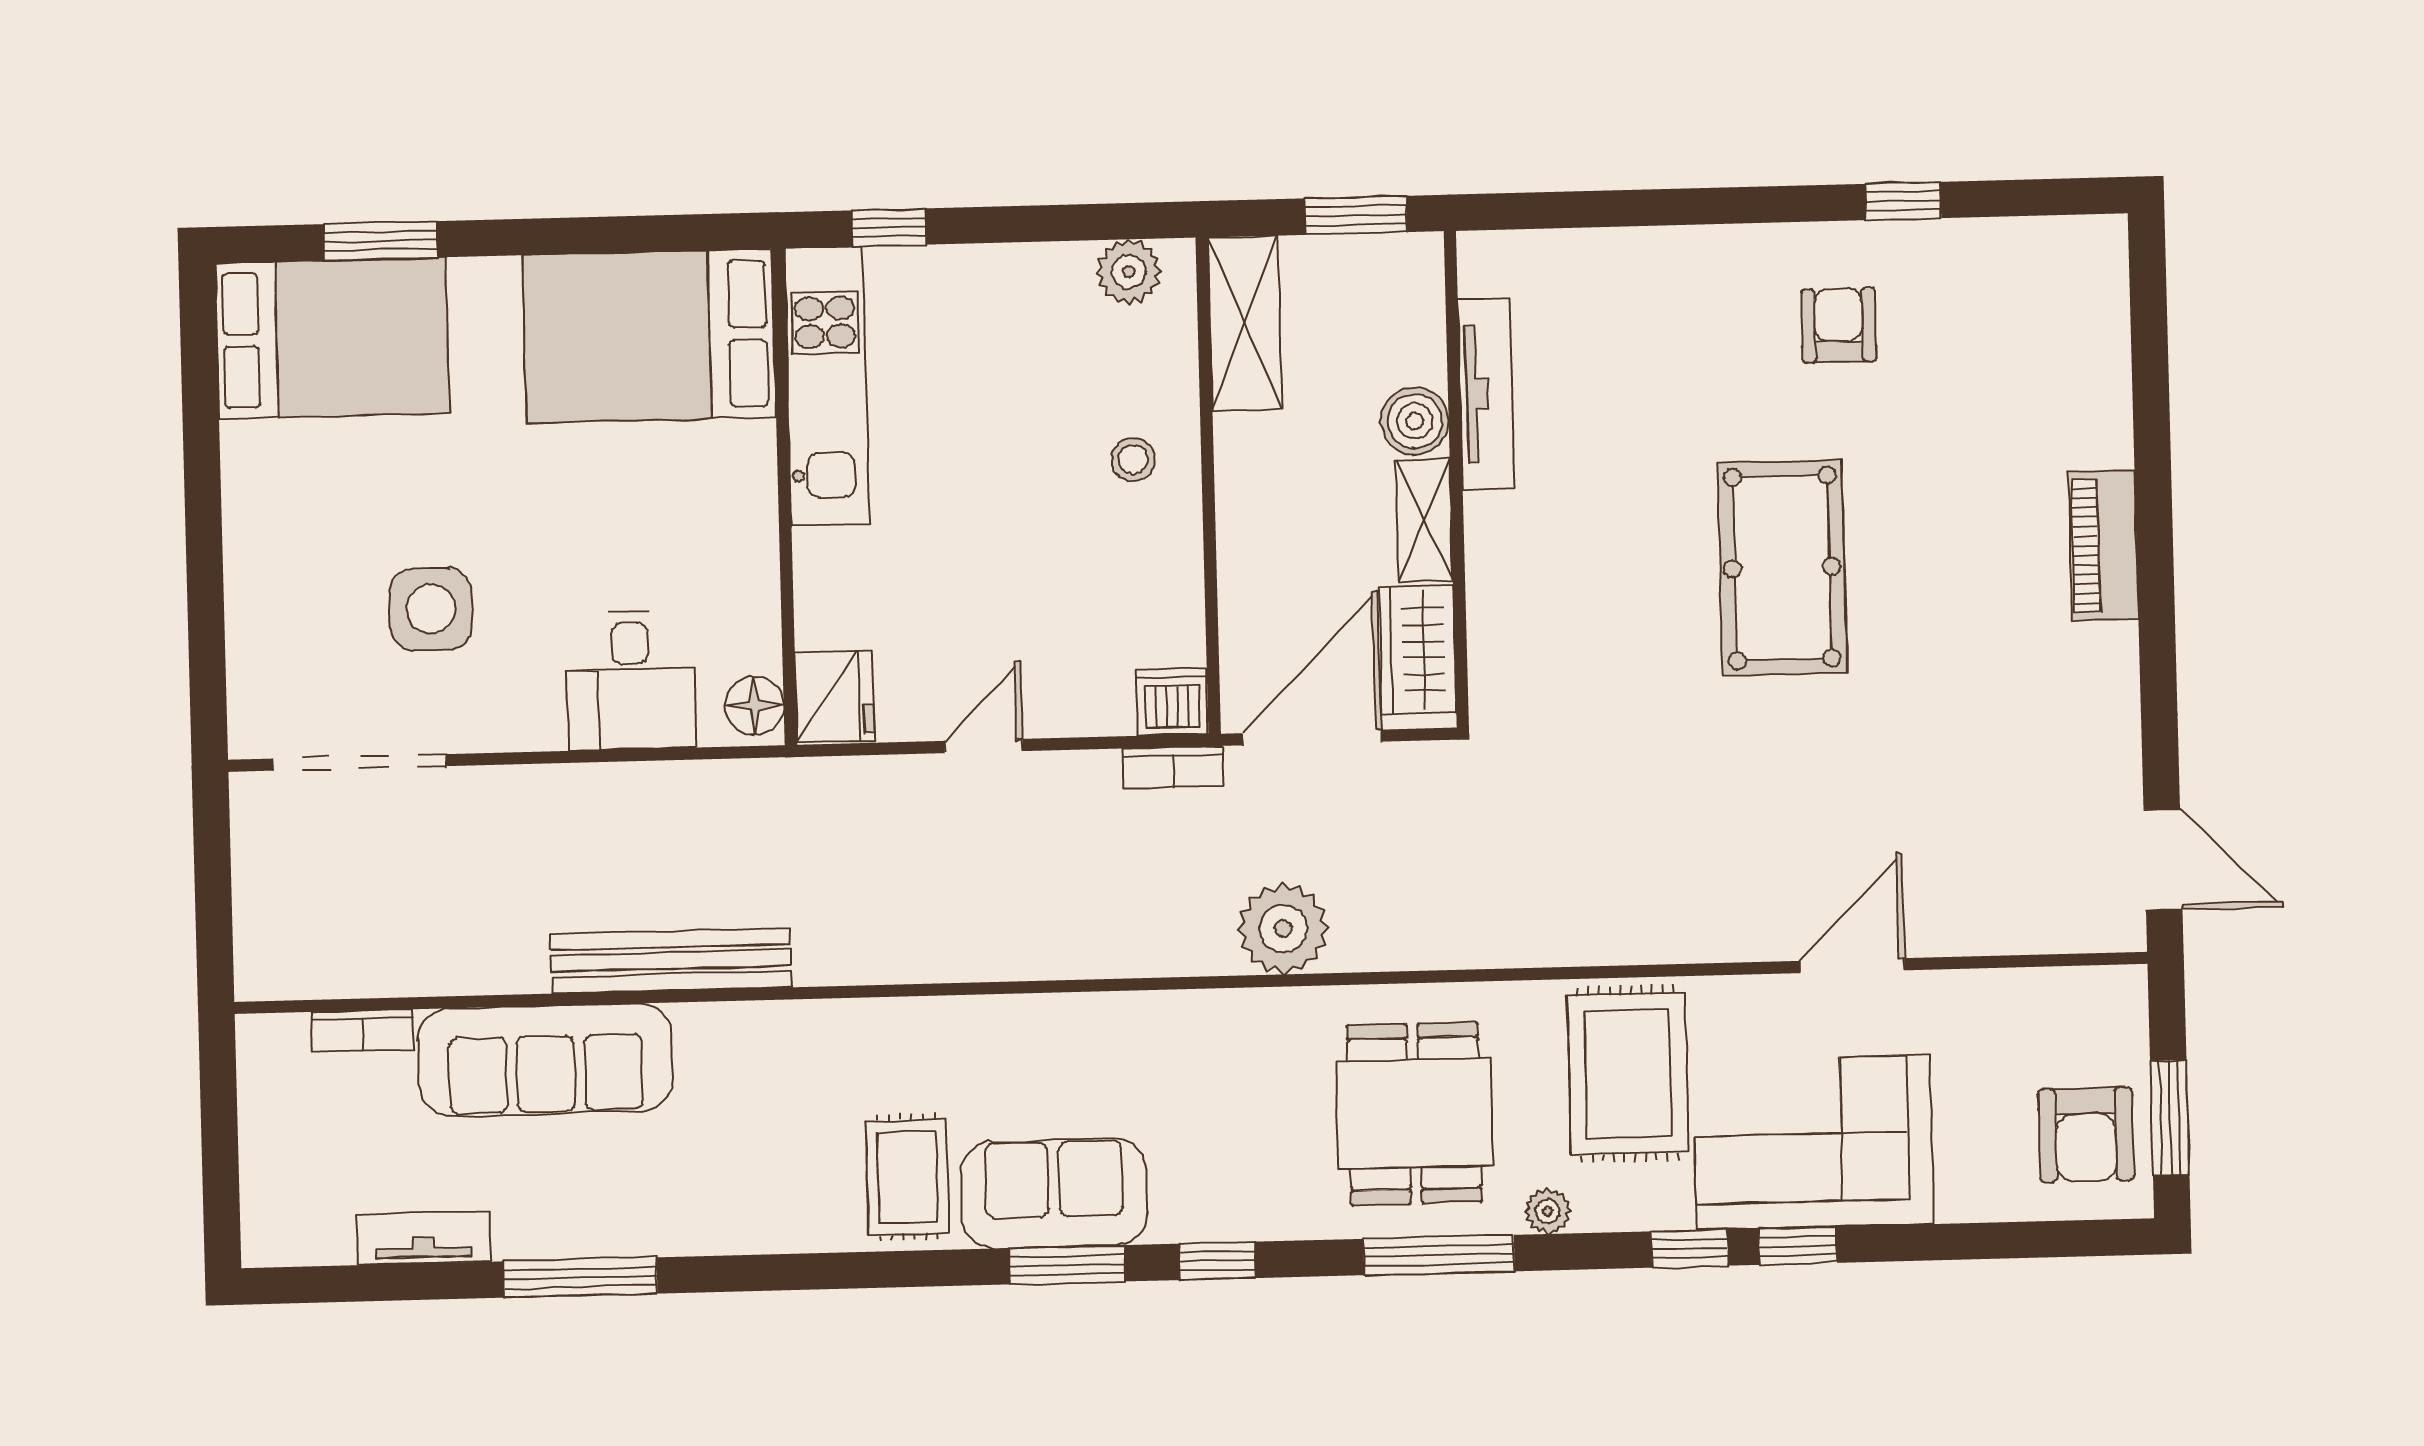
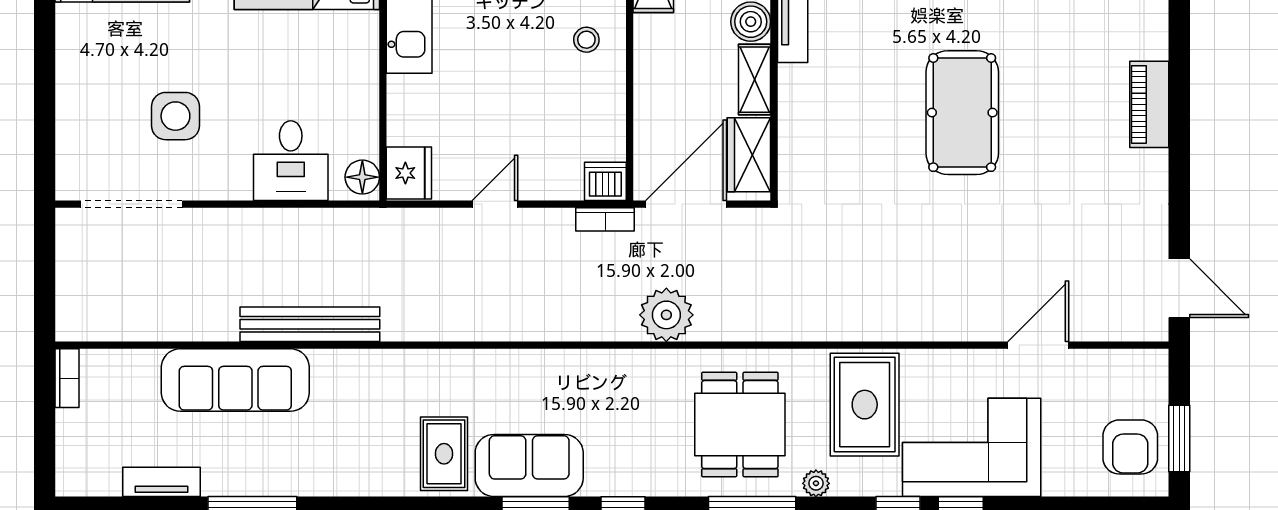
door: (1852, 966) -> (1038, 345), moved
bookcase: (362, 1031) -> (67, 378), moved, turned -90

